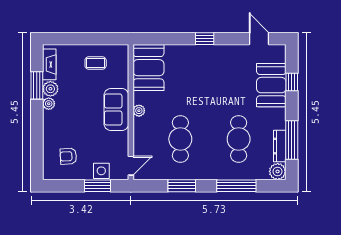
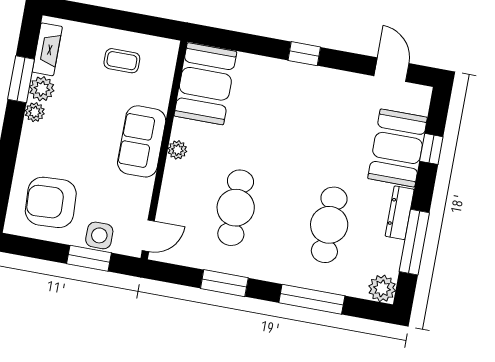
dresser: (280, 146) -> (400, 213), moved
armchair: (68, 156) -> (51, 202), width x1.88, depth x1.88

